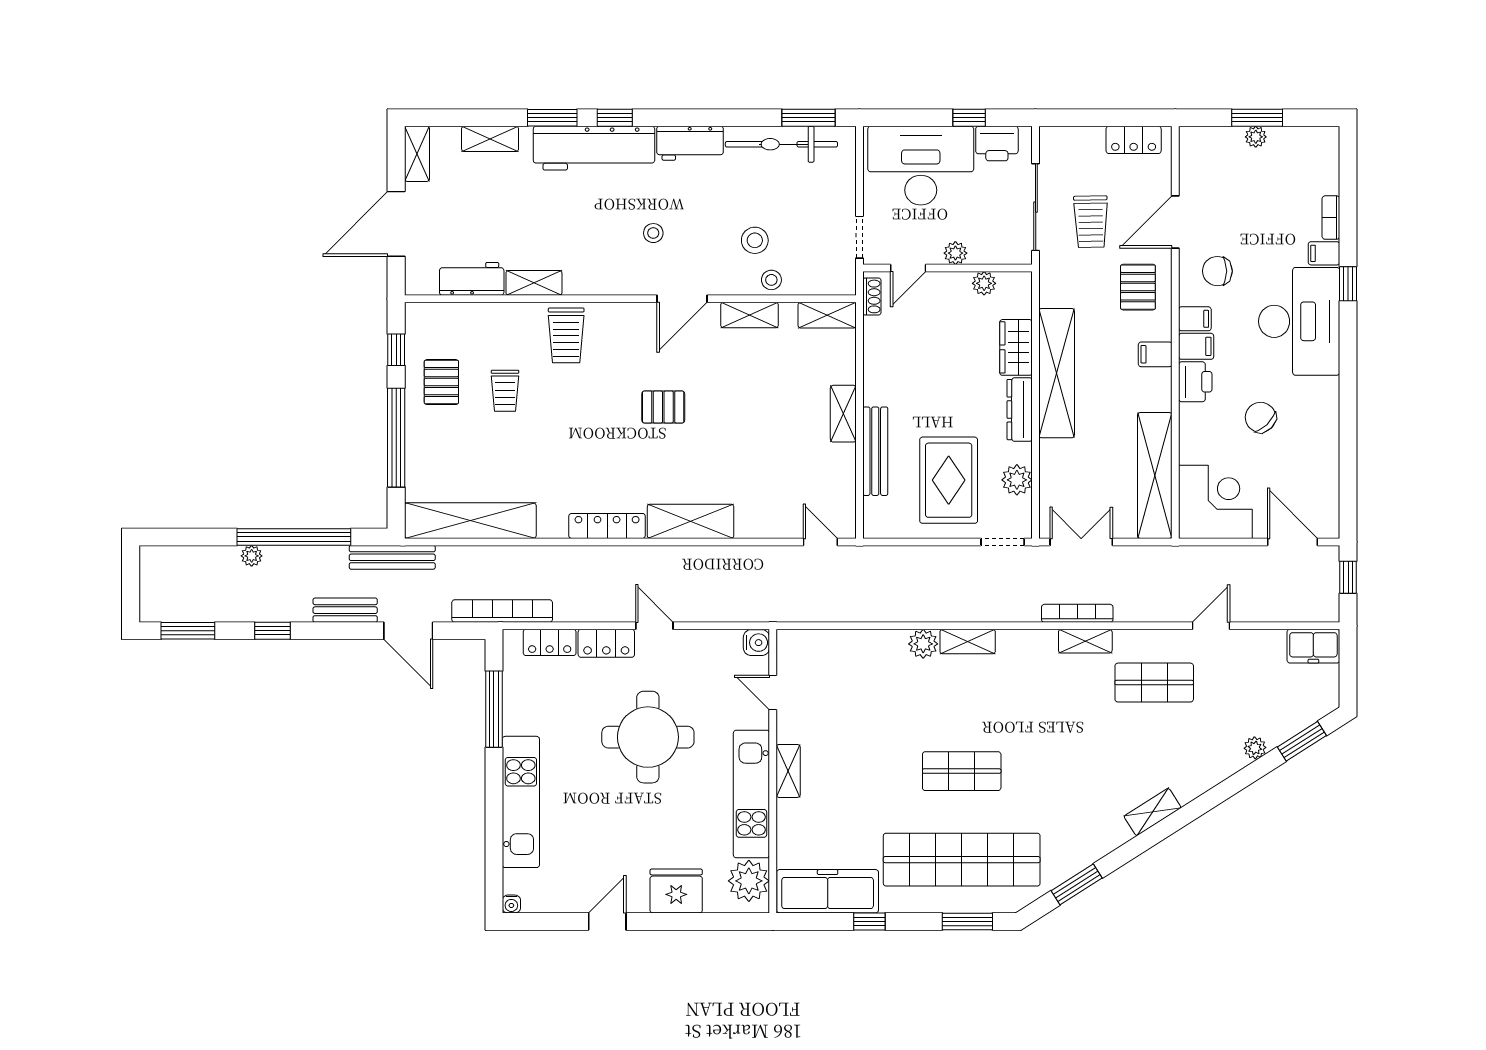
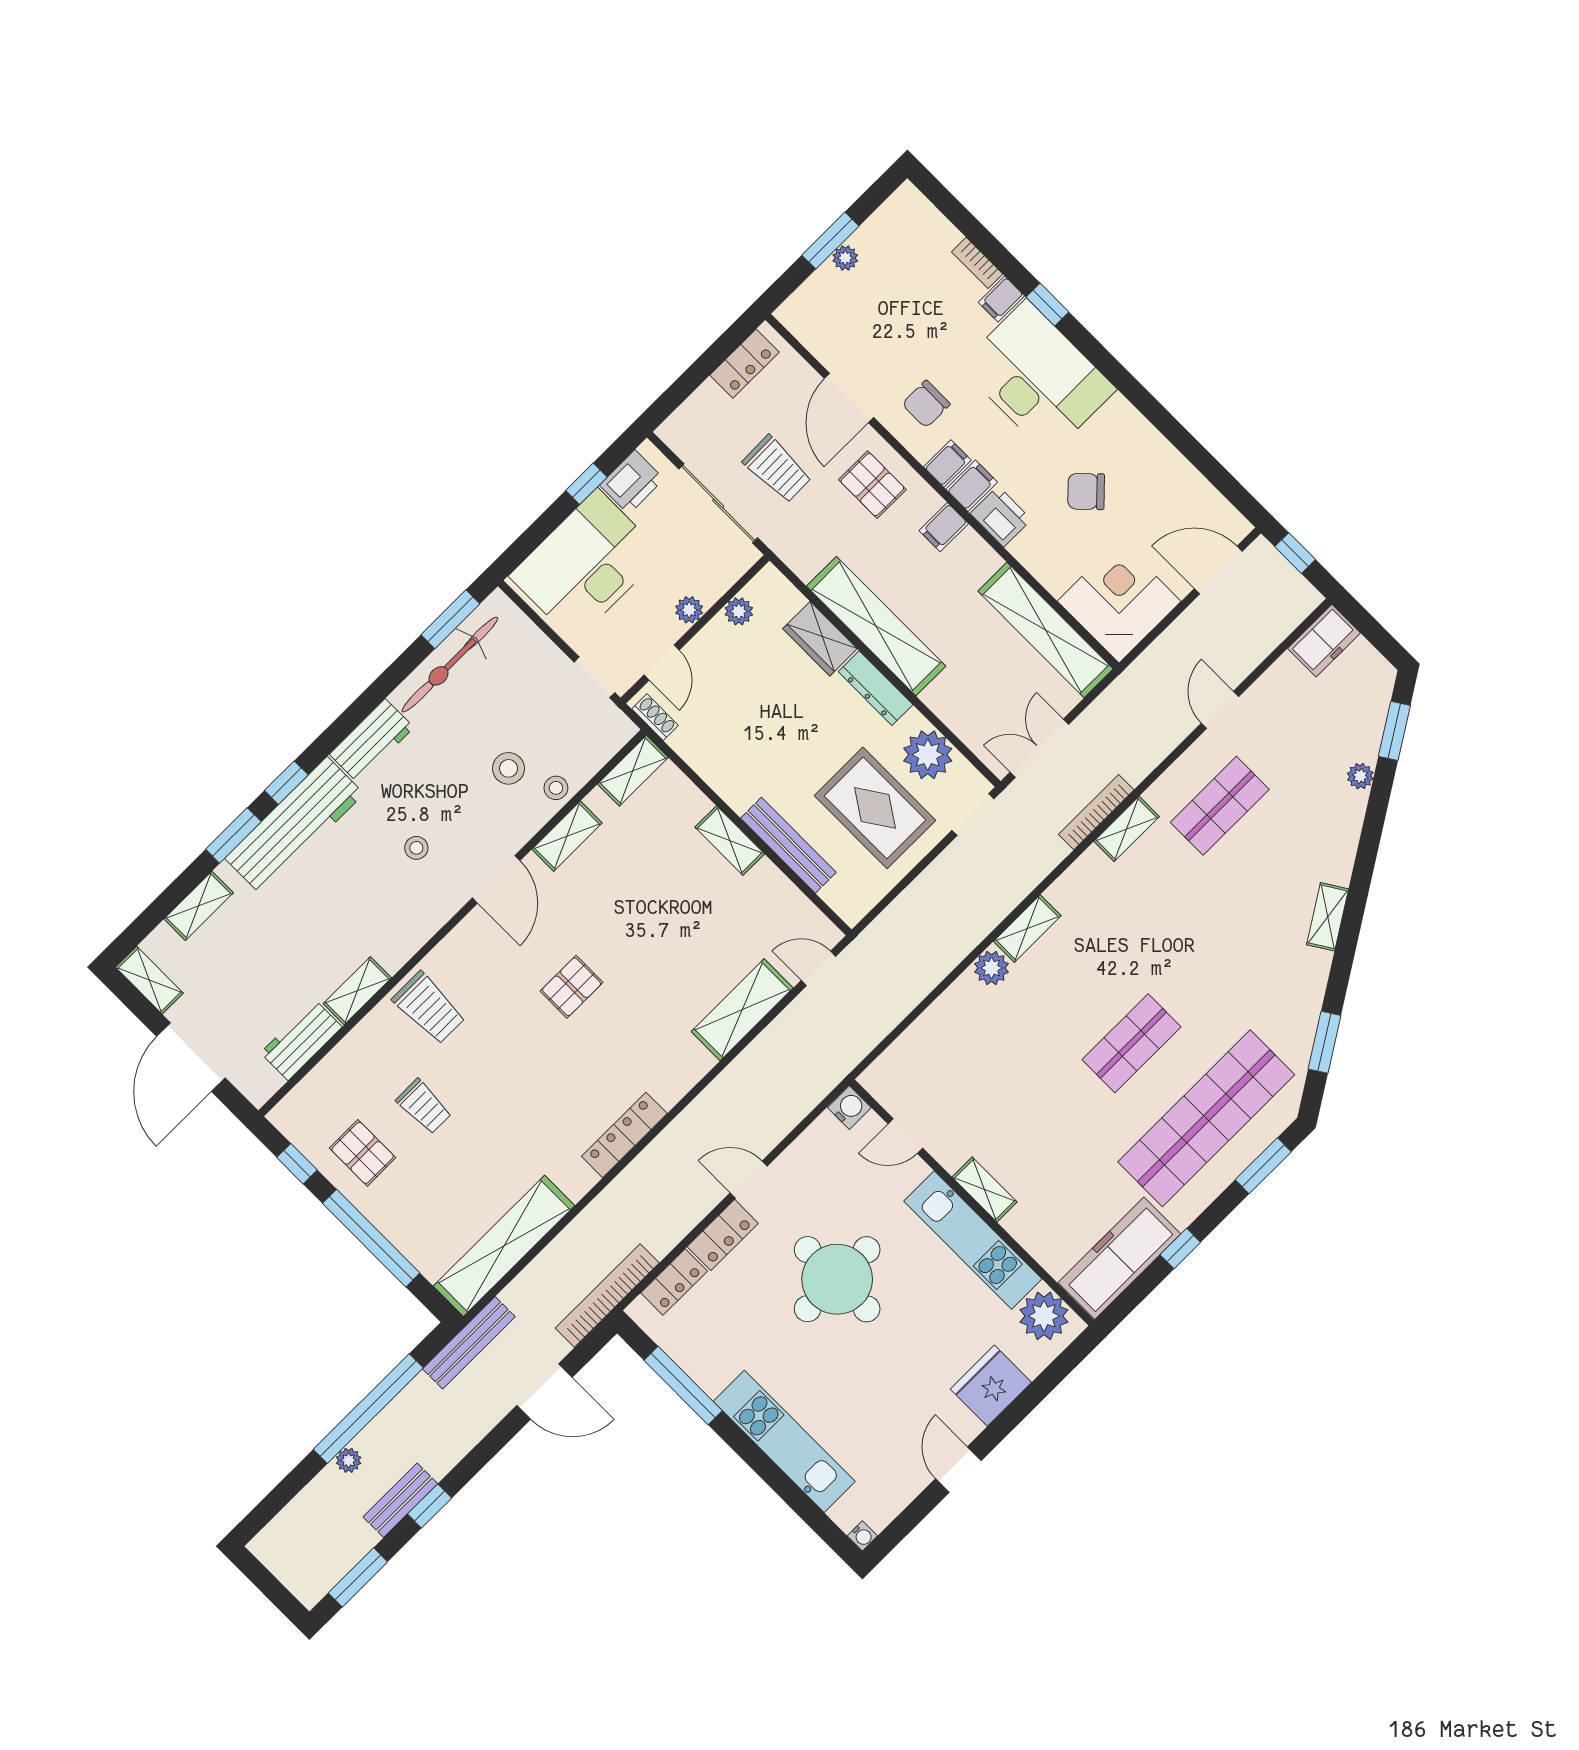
plant: (1017, 480) -> (928, 755), width x1.36, depth x1.36
shelving: (691, 521) -> (742, 1010), moved
bench: (345, 610) -> (400, 1500), moved

